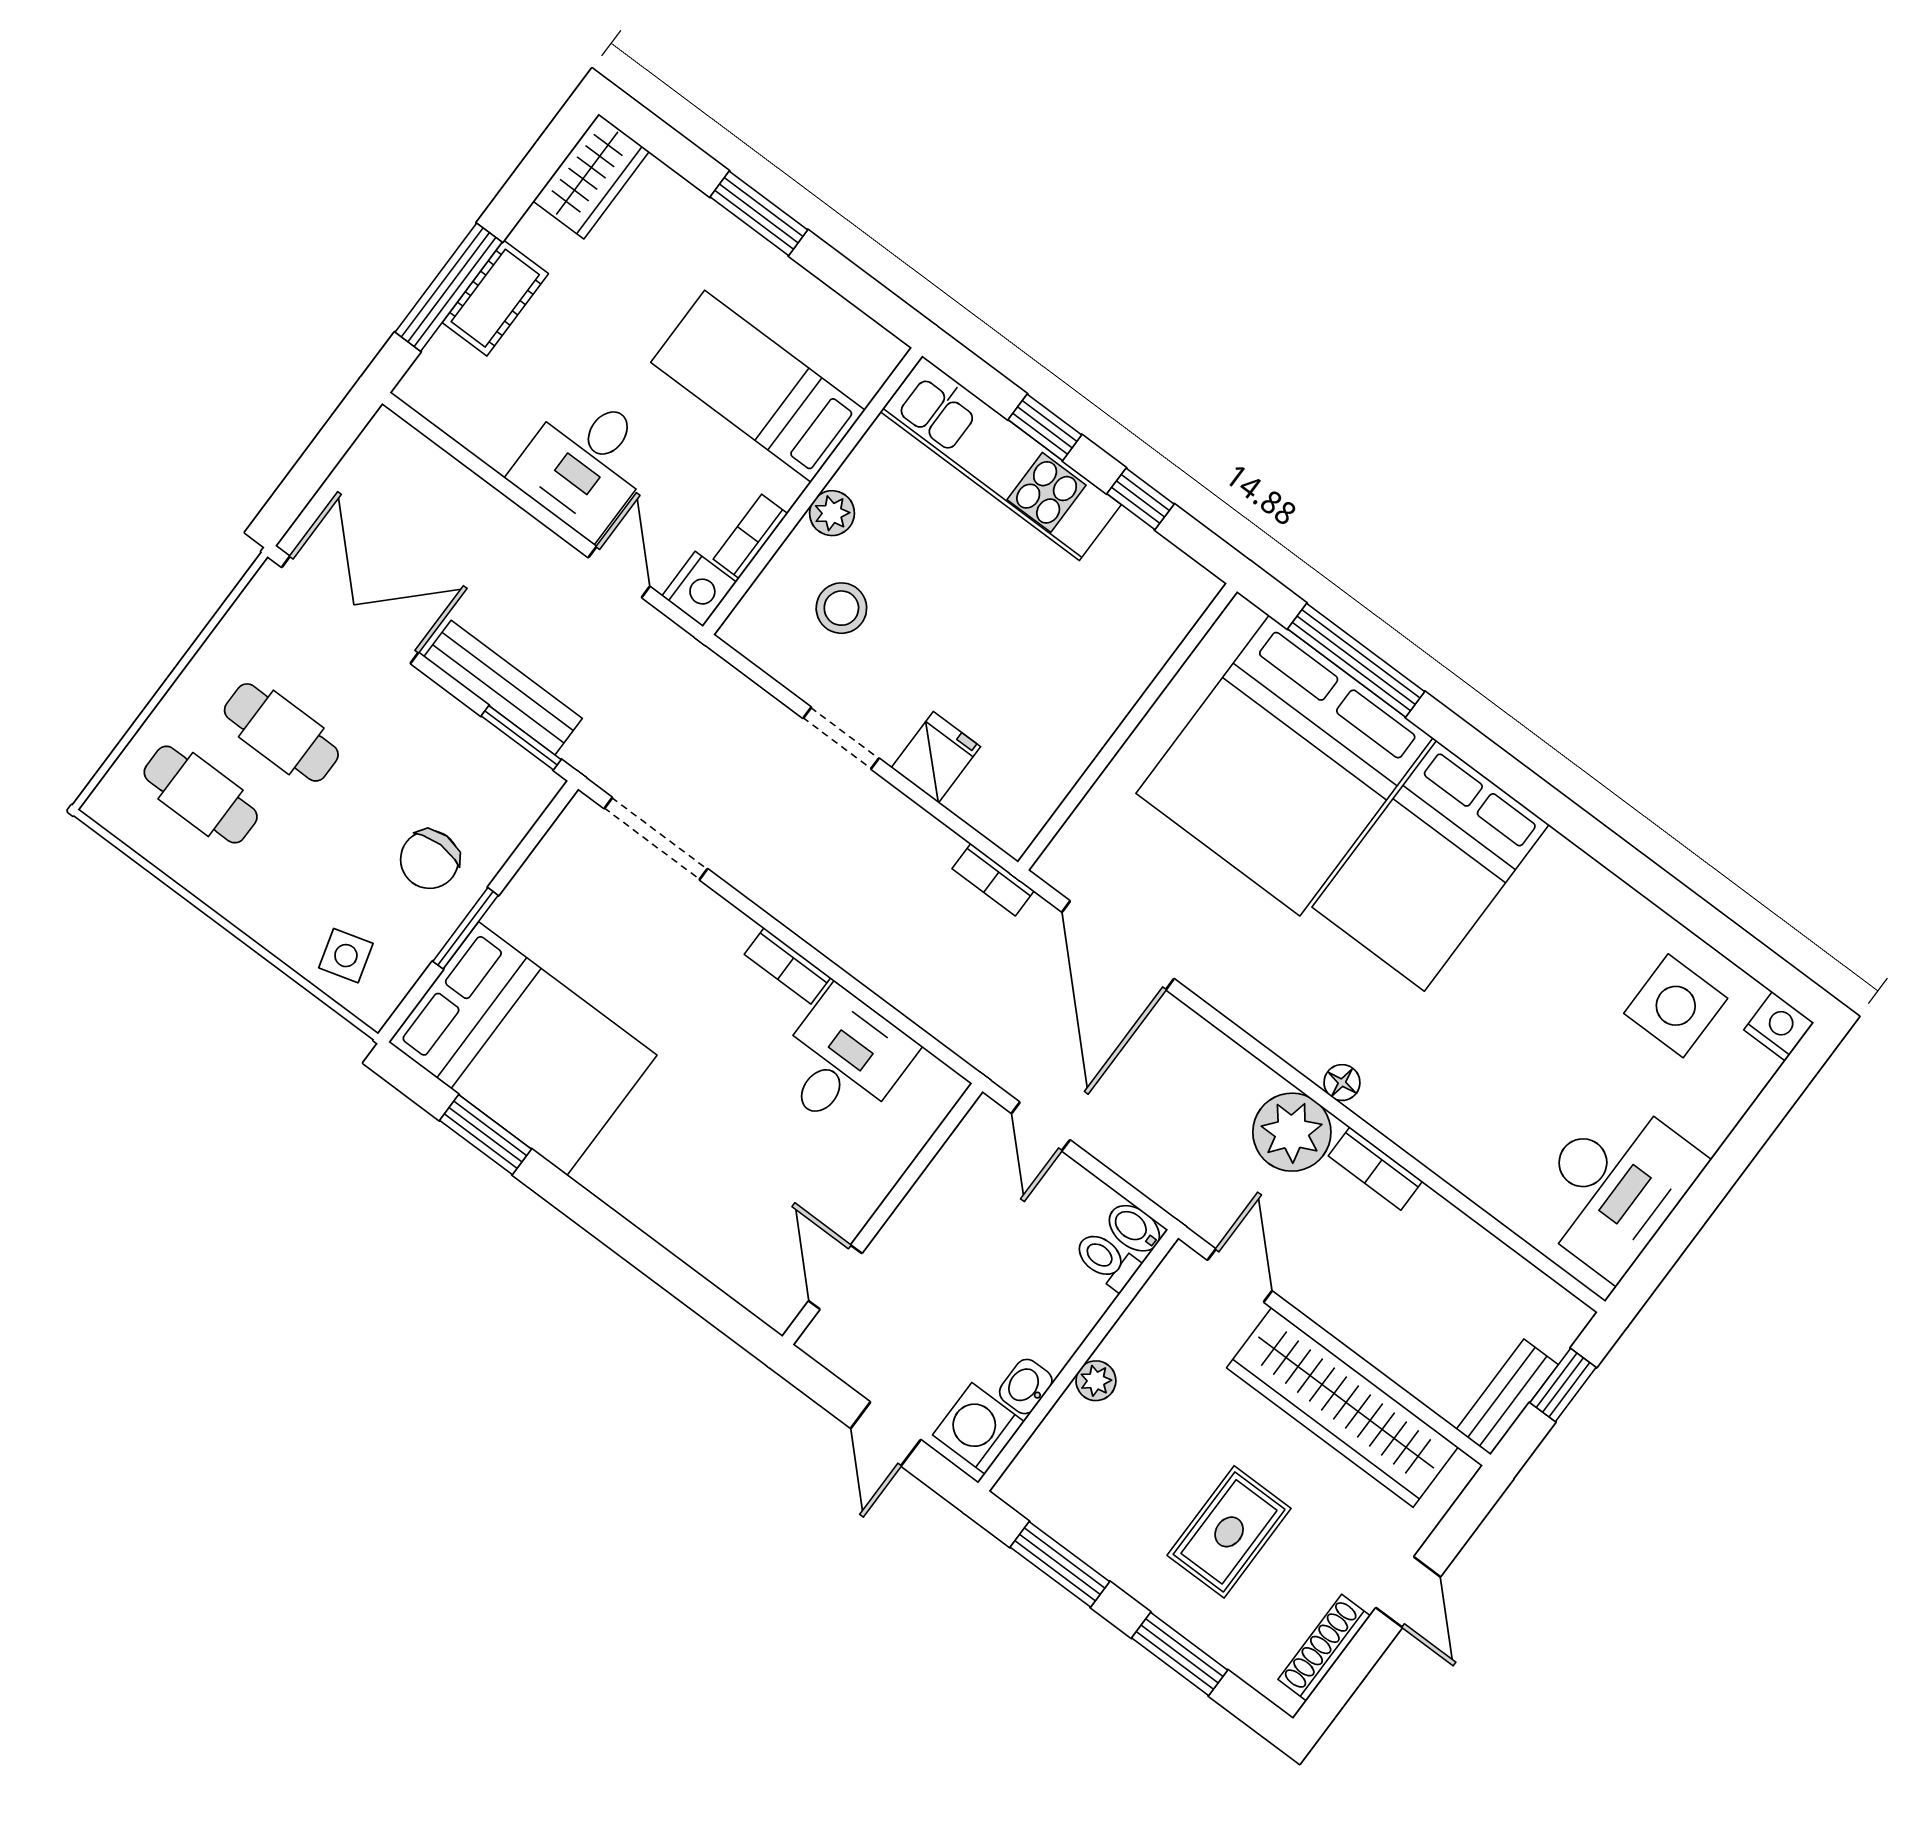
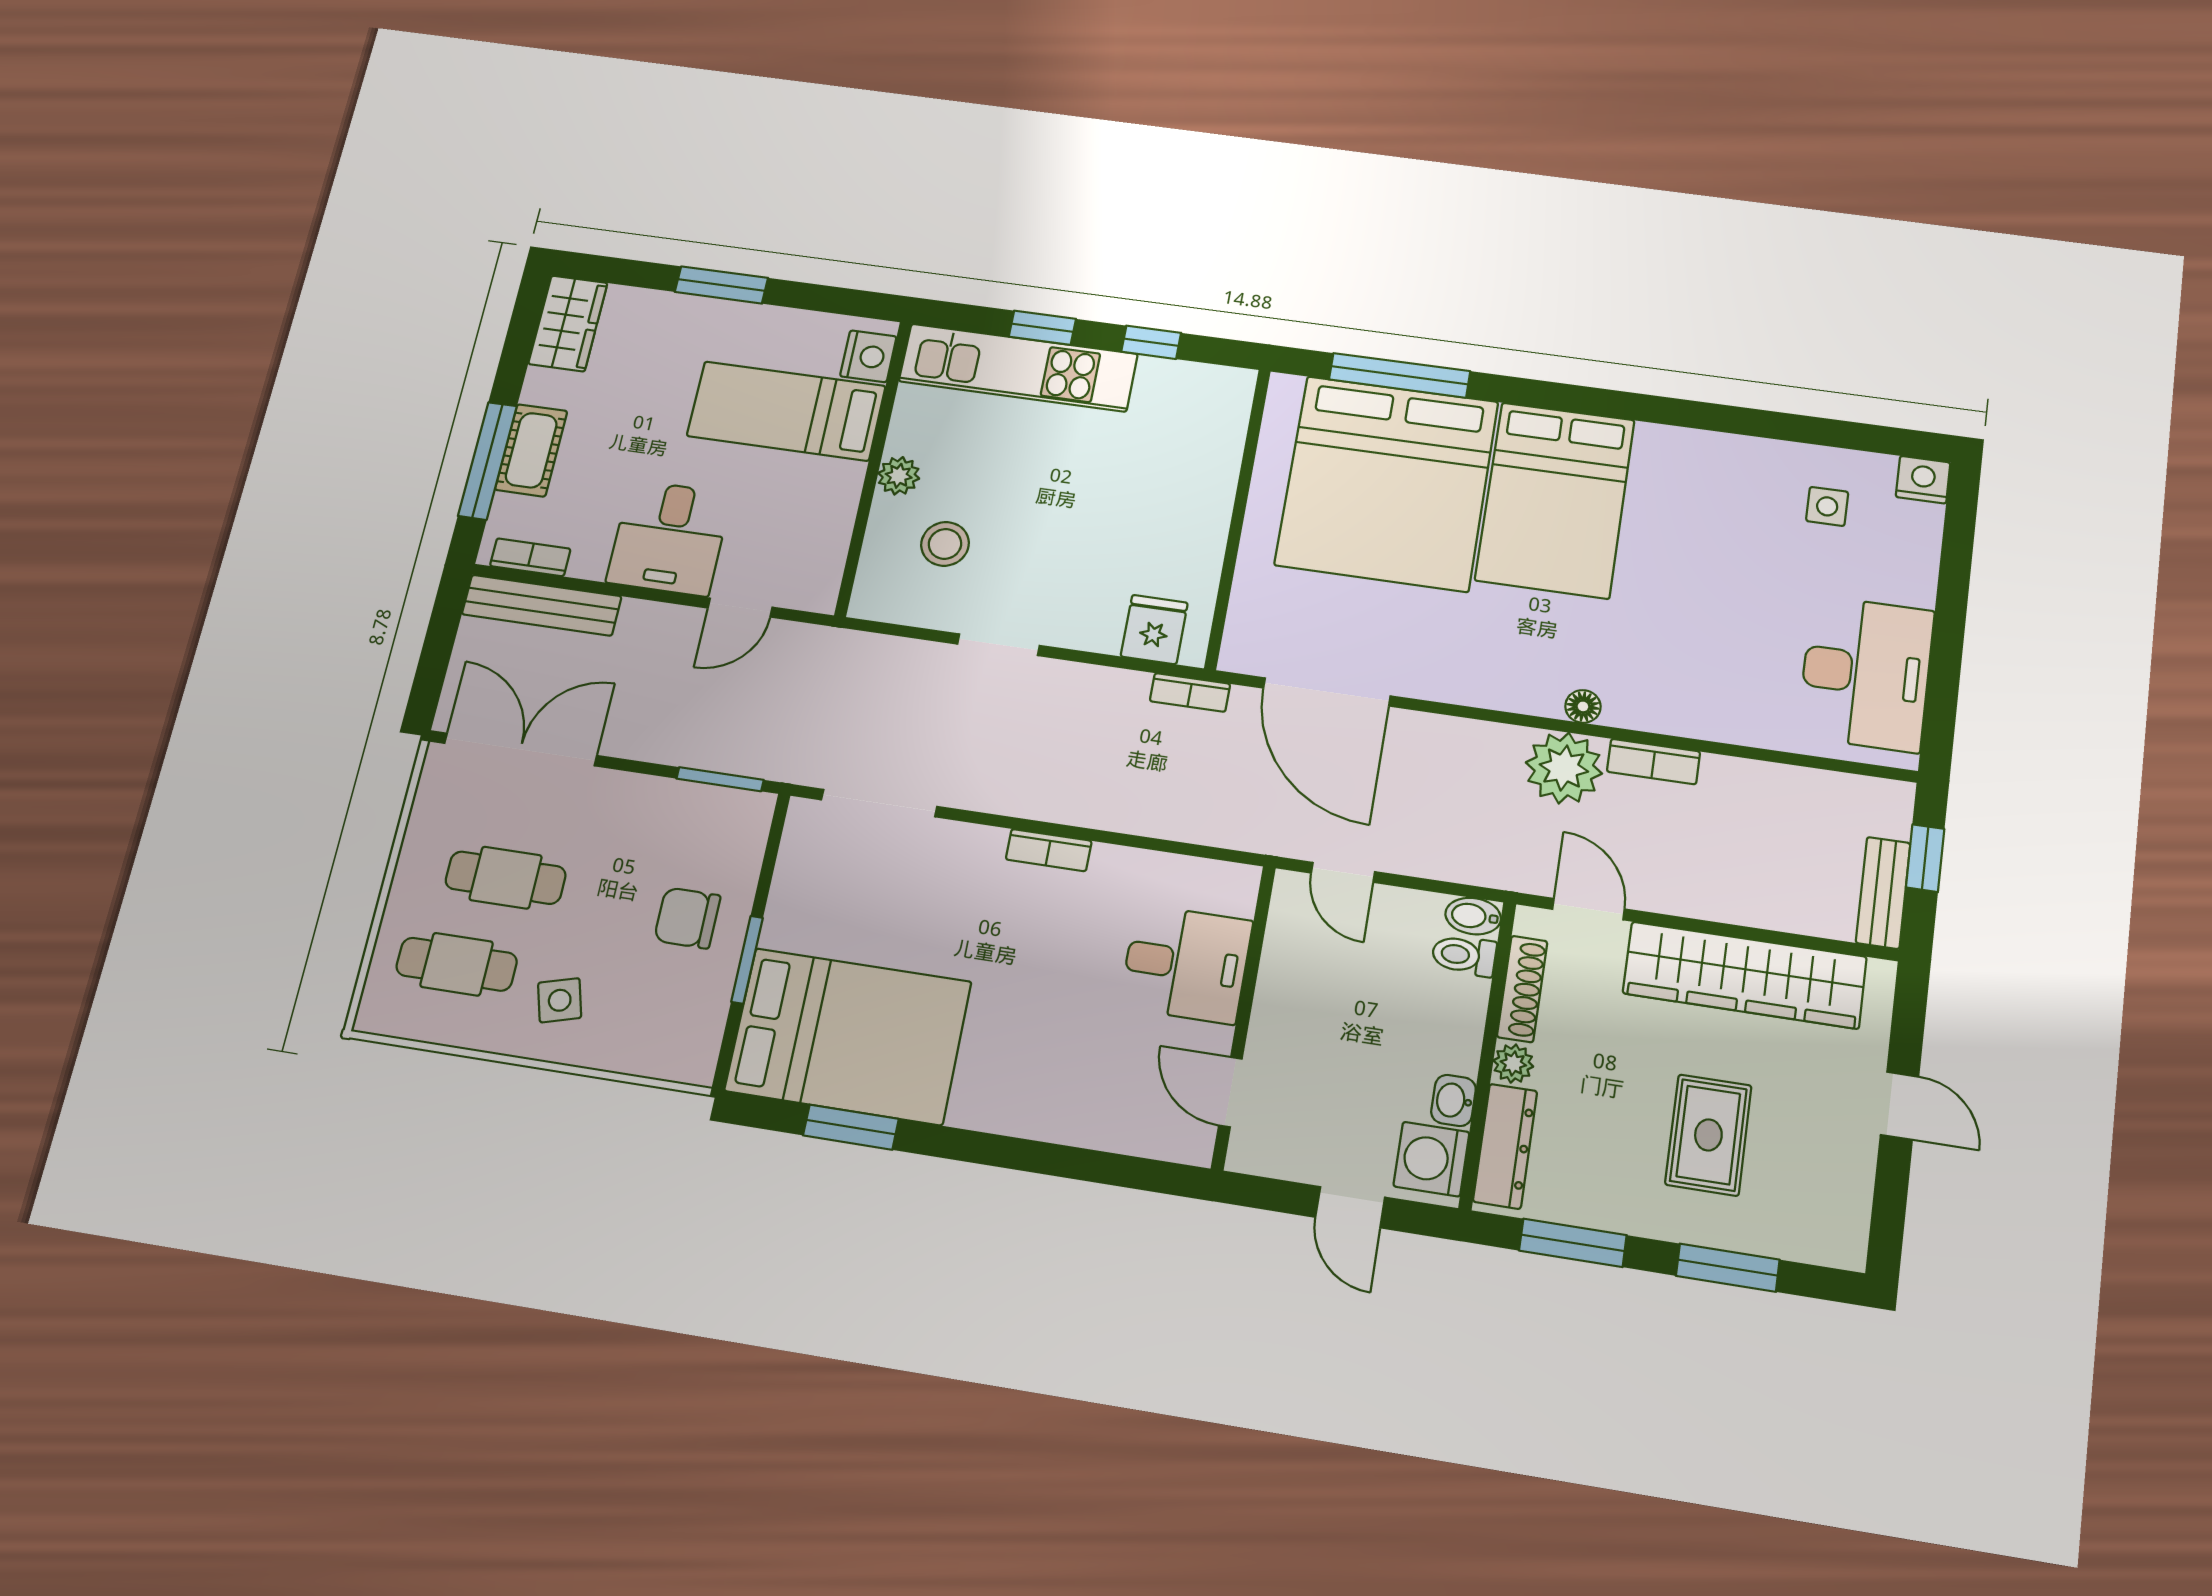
bookcase: (750, 536) -> (530, 557), moved, turned 90
door: (619, 572) -> (740, 608), swing flipped
nightstand: (699, 589) -> (868, 356), moved
bench: (503, 688) -> (542, 605), moved
fridge: (936, 757) -> (1154, 630), moved
chair: (430, 859) -> (687, 918), turned 90
side table: (346, 956) -> (560, 1000), moved
side table: (1676, 1006) -> (1827, 506), width x0.54, depth x0.54
desk: (843, 1061) -> (1186, 964), moved, turned 90
dresser: (1048, 1450) -> (1505, 1146), added
shoe rack: (1324, 1648) -> (1522, 989), moved, turned 180

